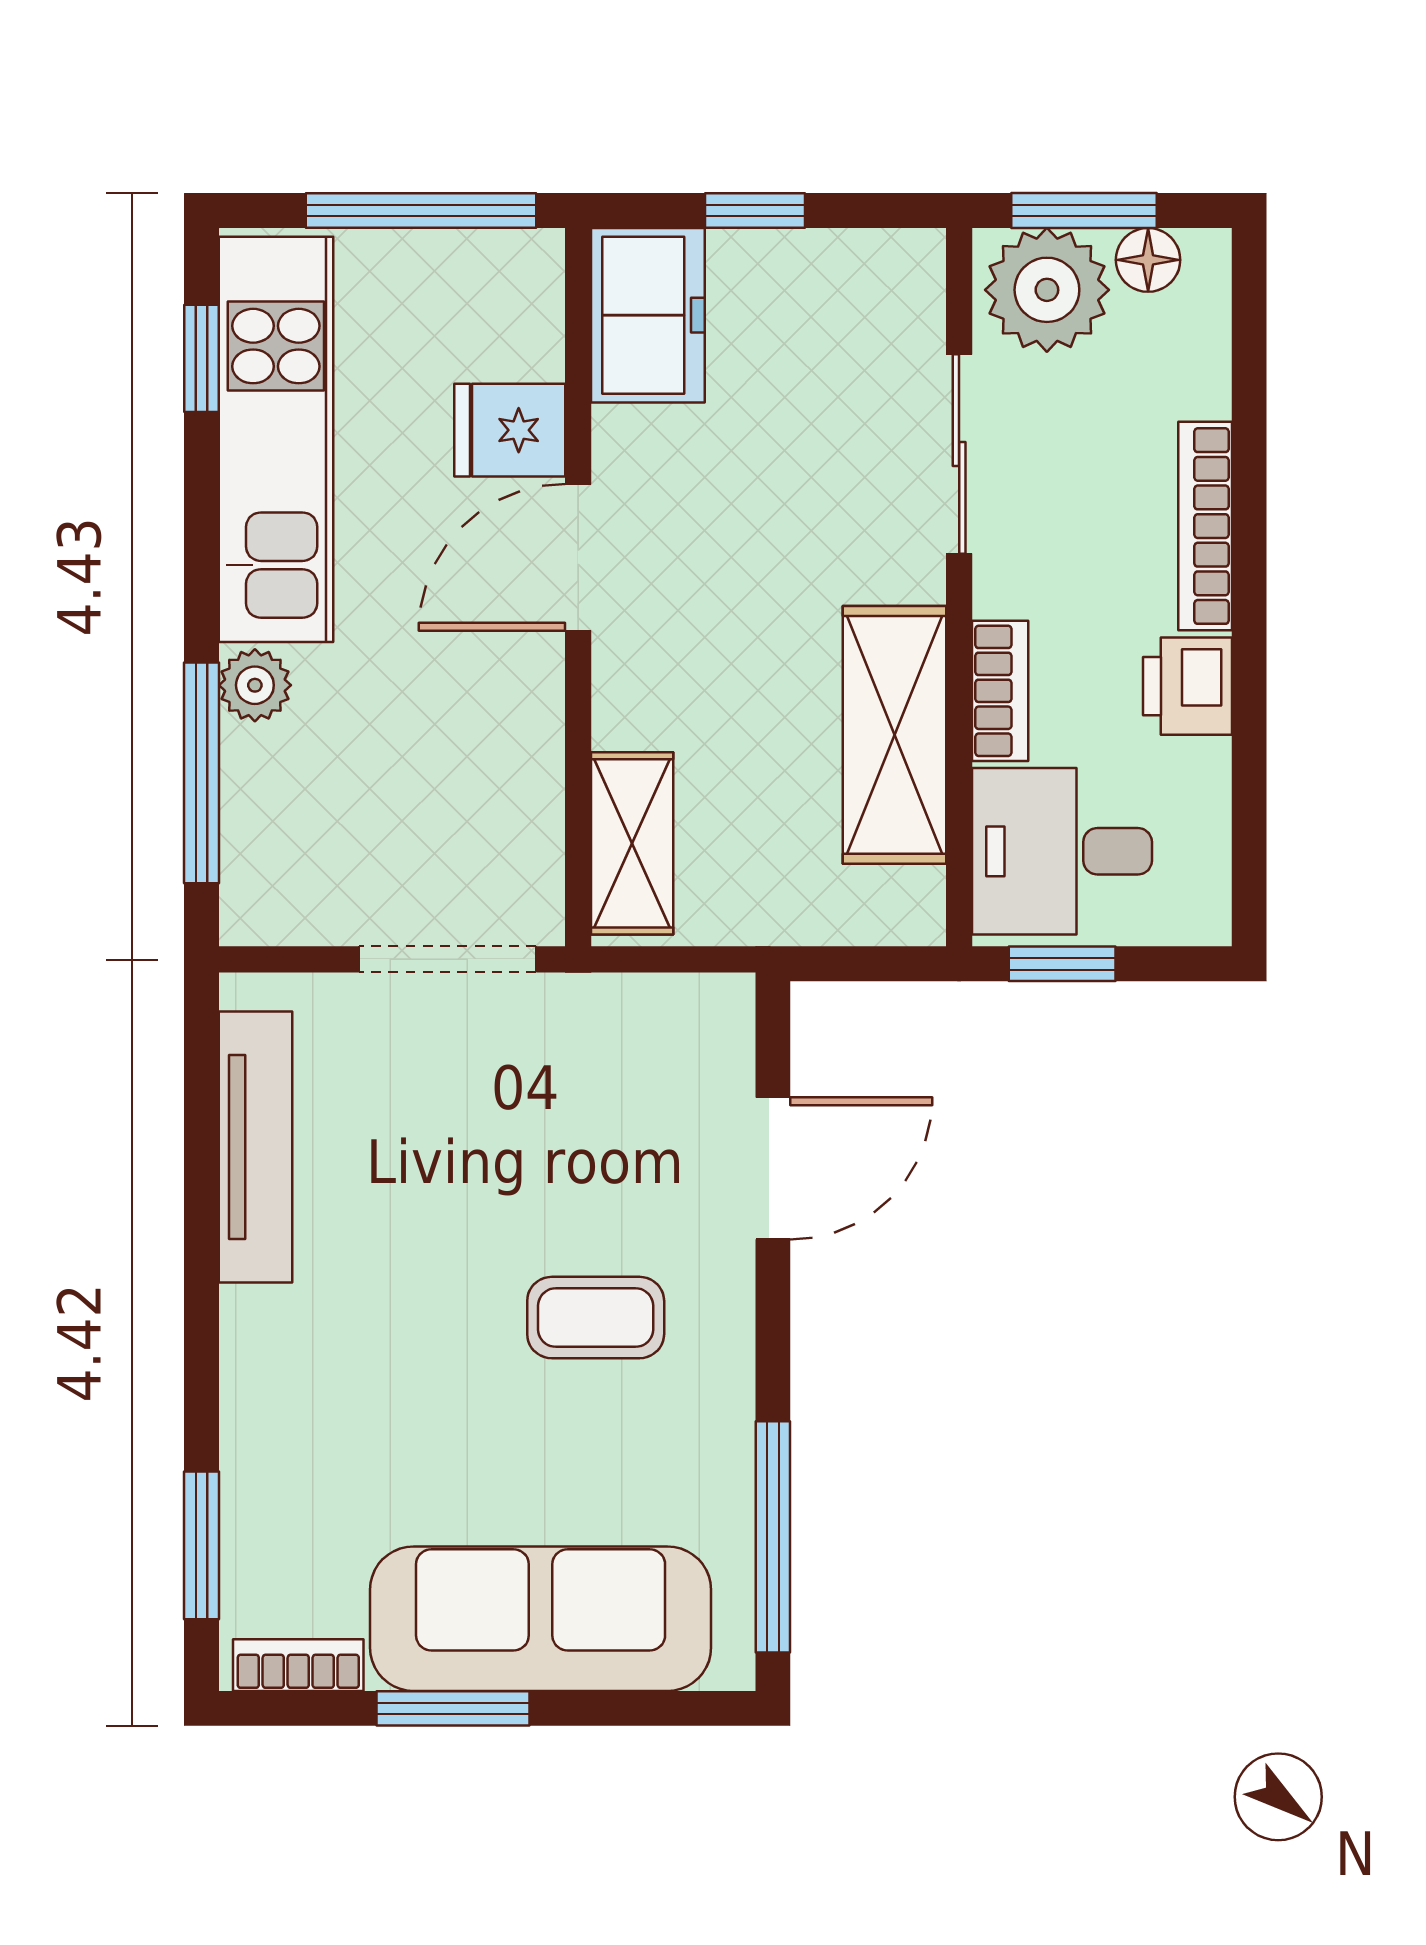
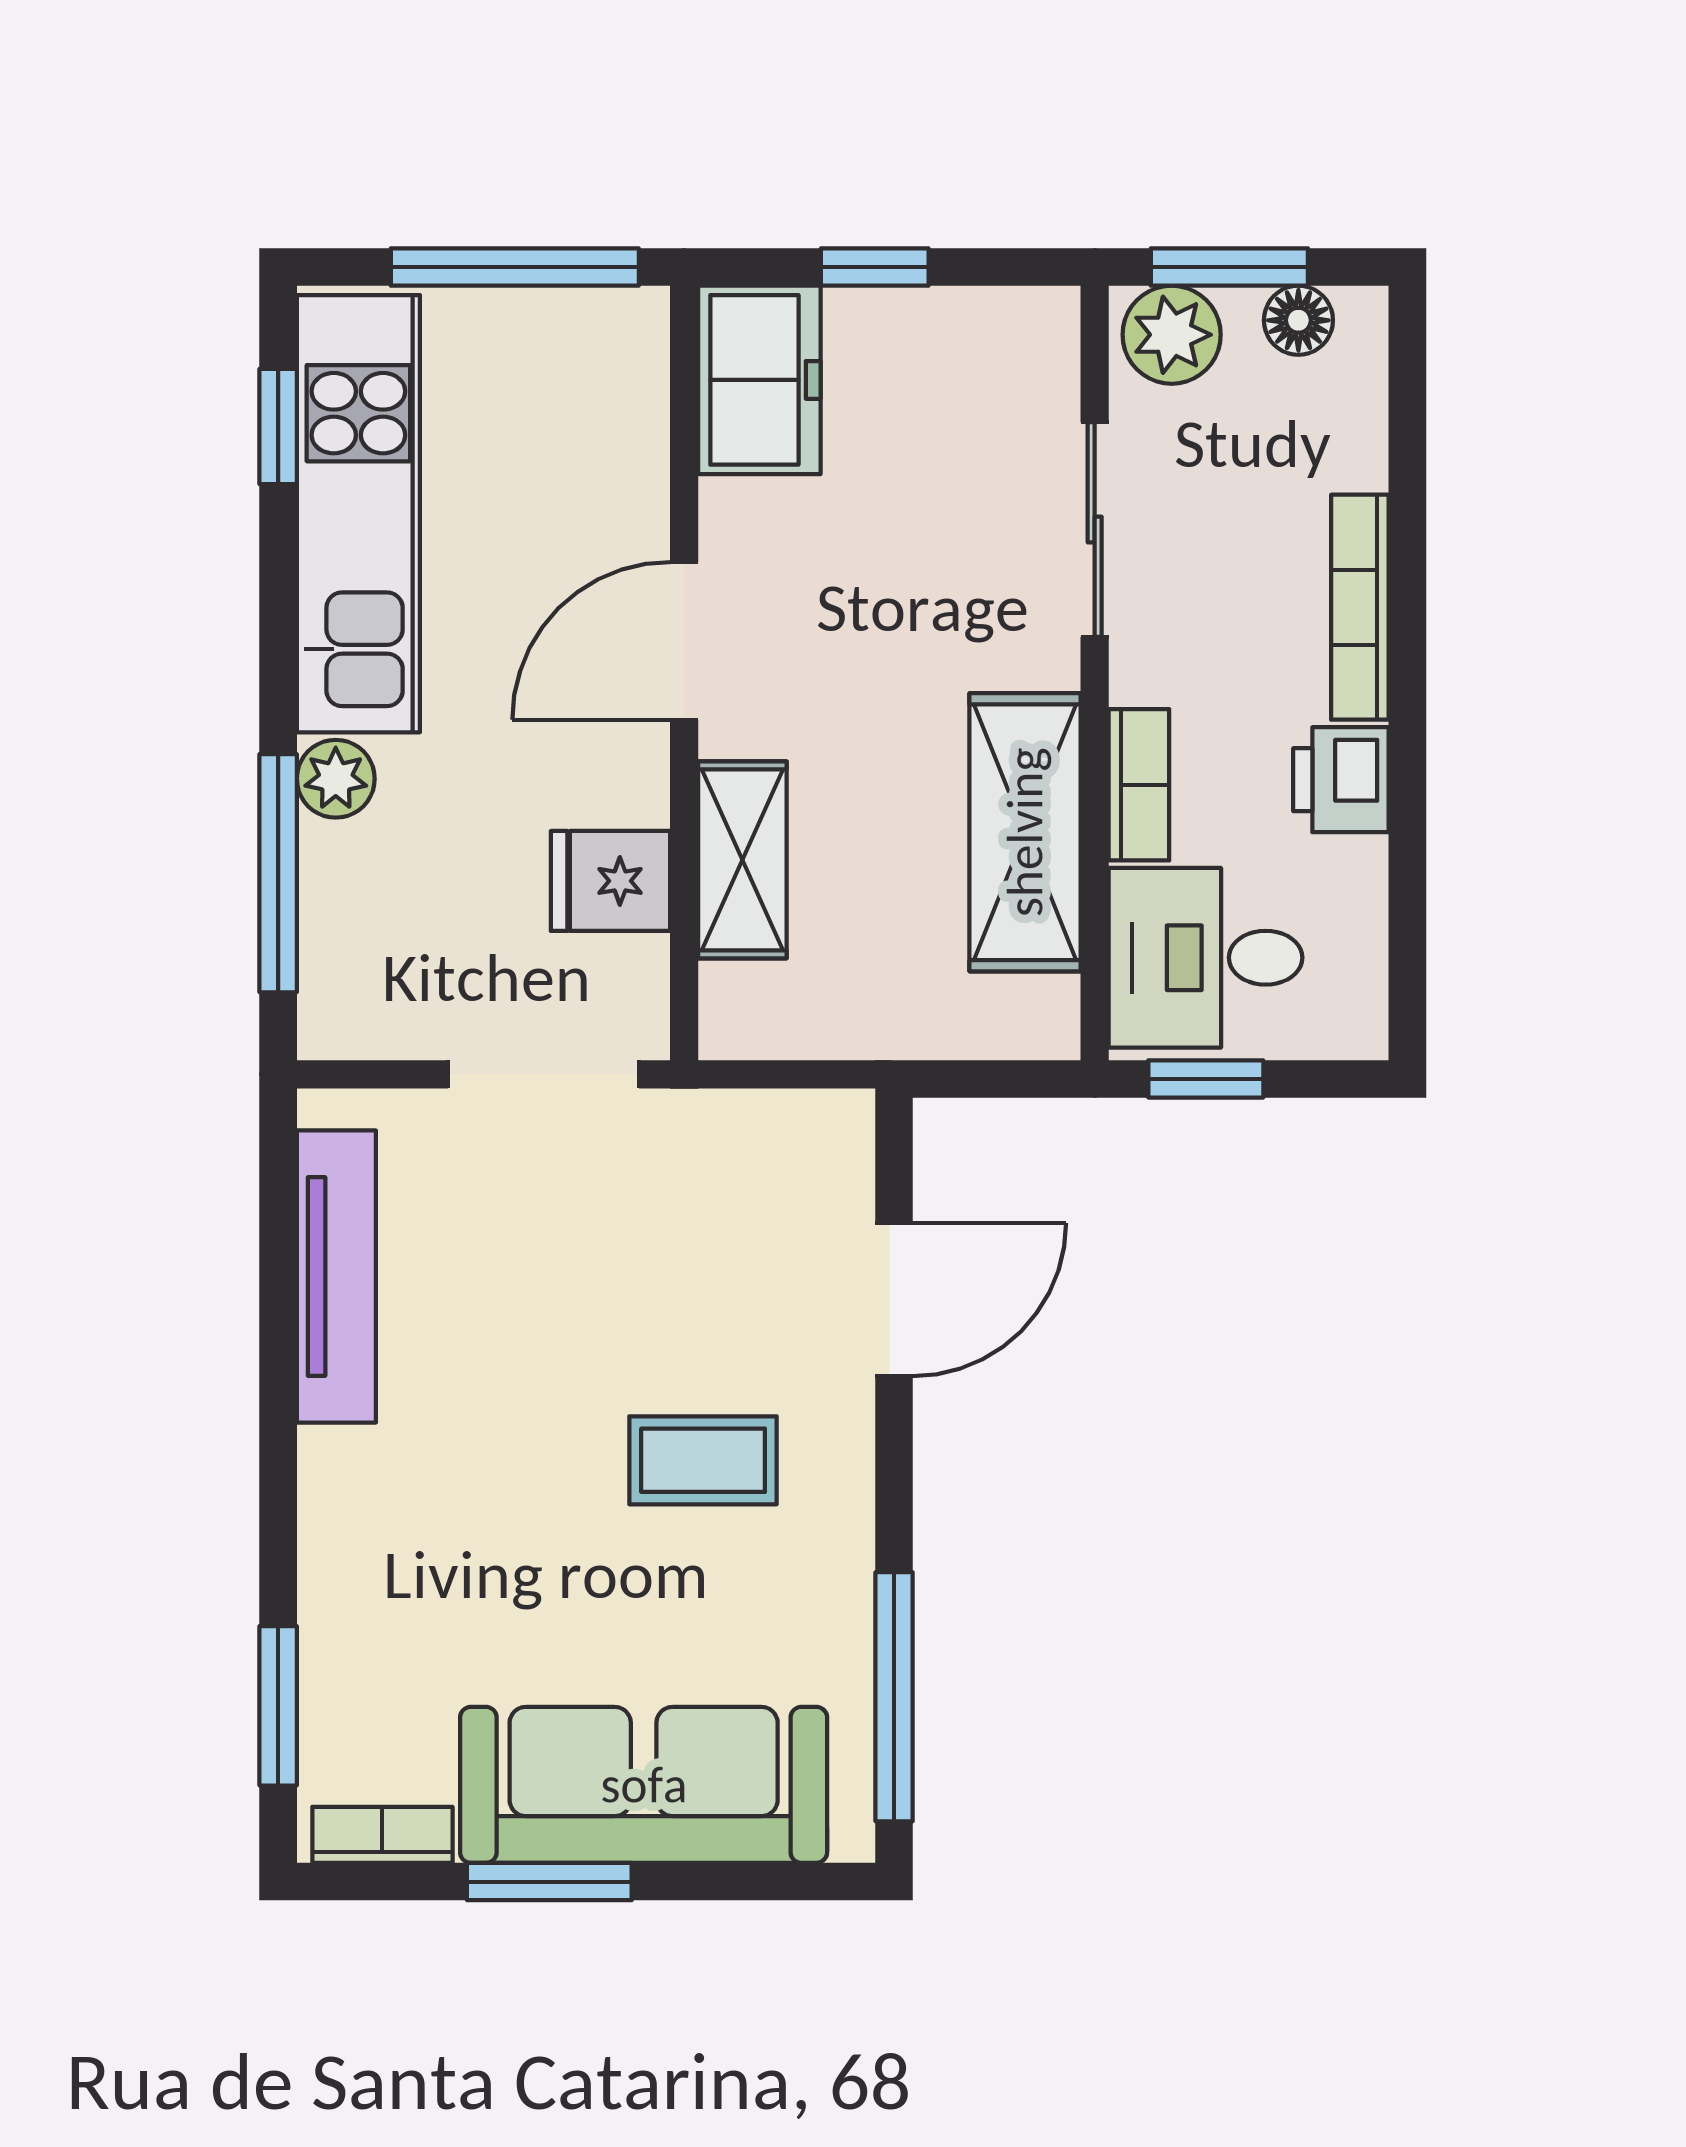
plant: (1047, 290) -> (1172, 335), width x0.73, depth x0.73
fridge: (510, 430) -> (610, 881), moved
shelving: (632, 843) -> (742, 860), moved

